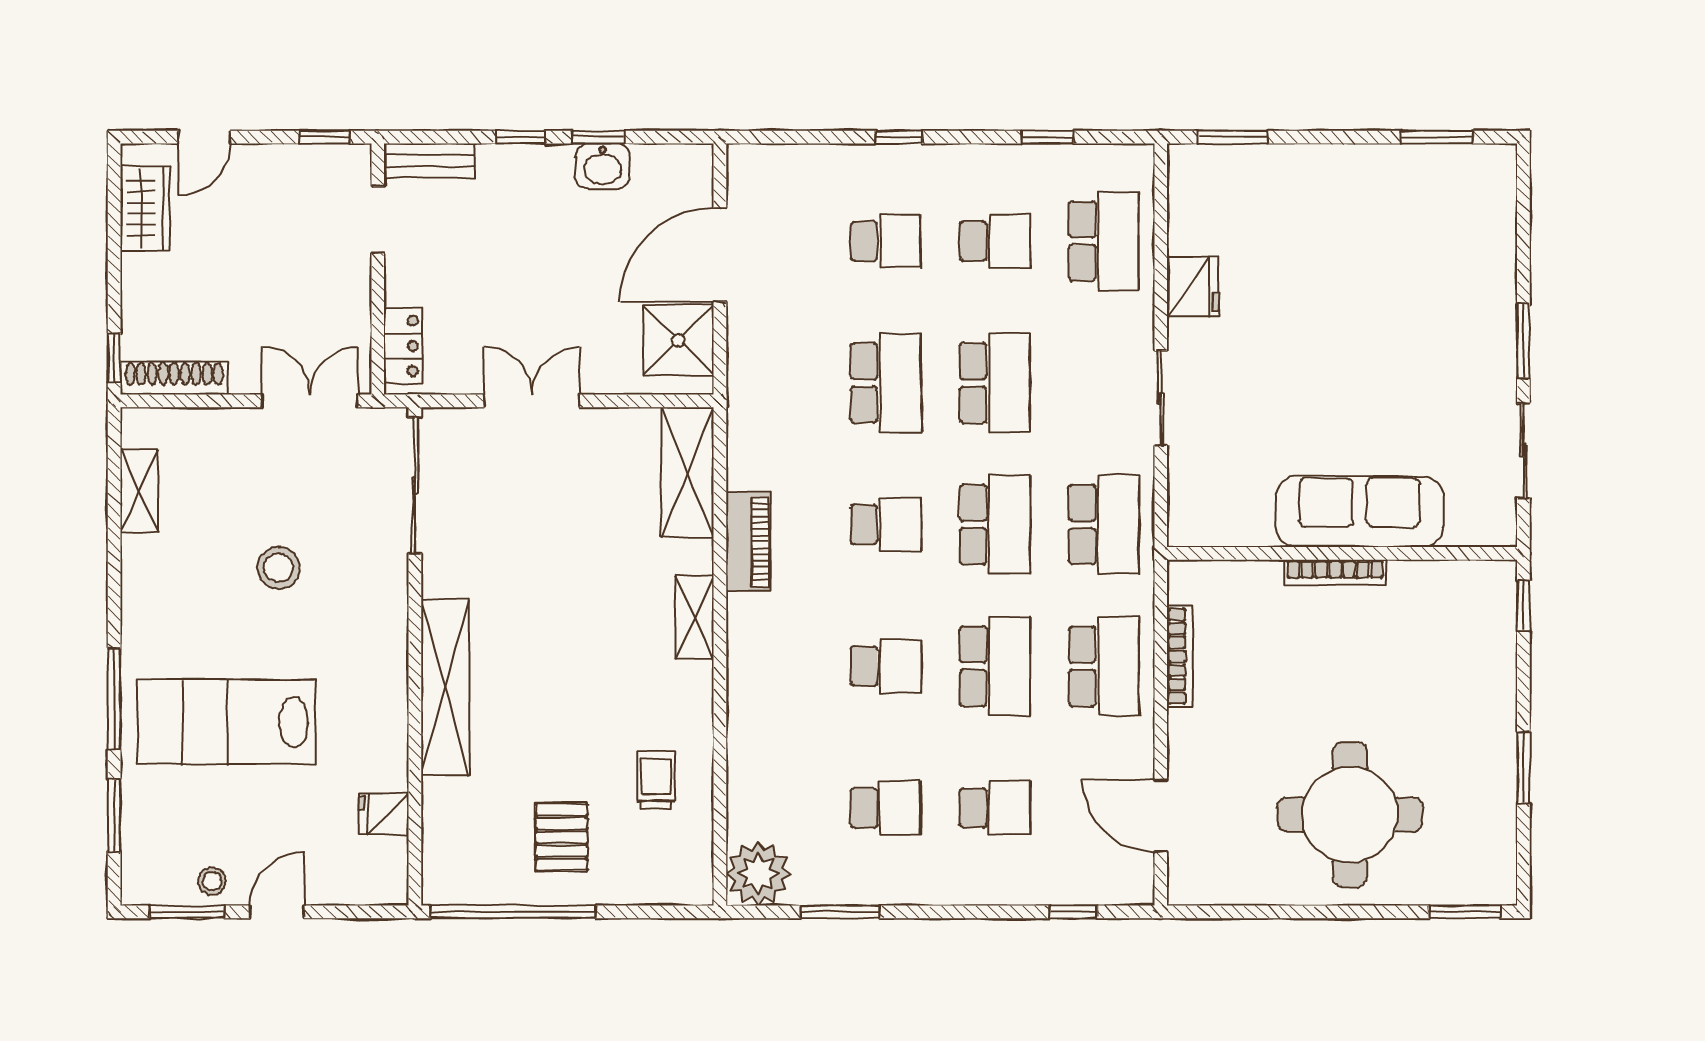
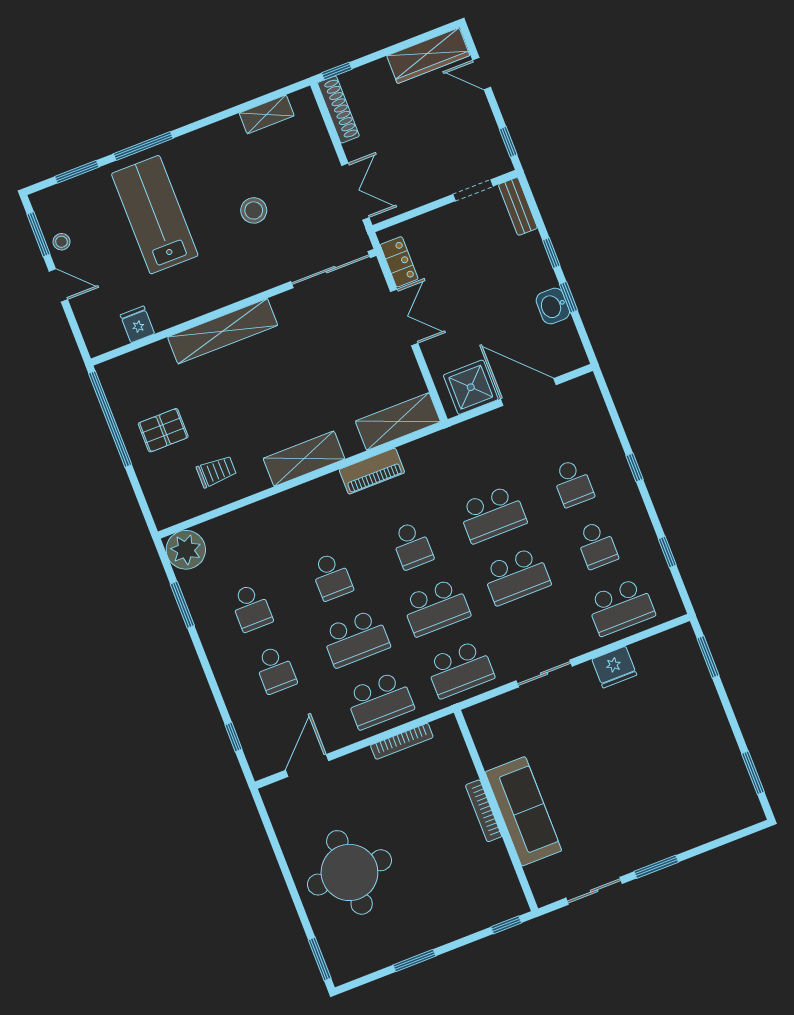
wardrobe: (145, 208) -> (428, 56), width x1.50
locker: (403, 346) -> (399, 262), moved, turned -90
shelving: (695, 617) -> (304, 459), width x1.50, depth x1.33

